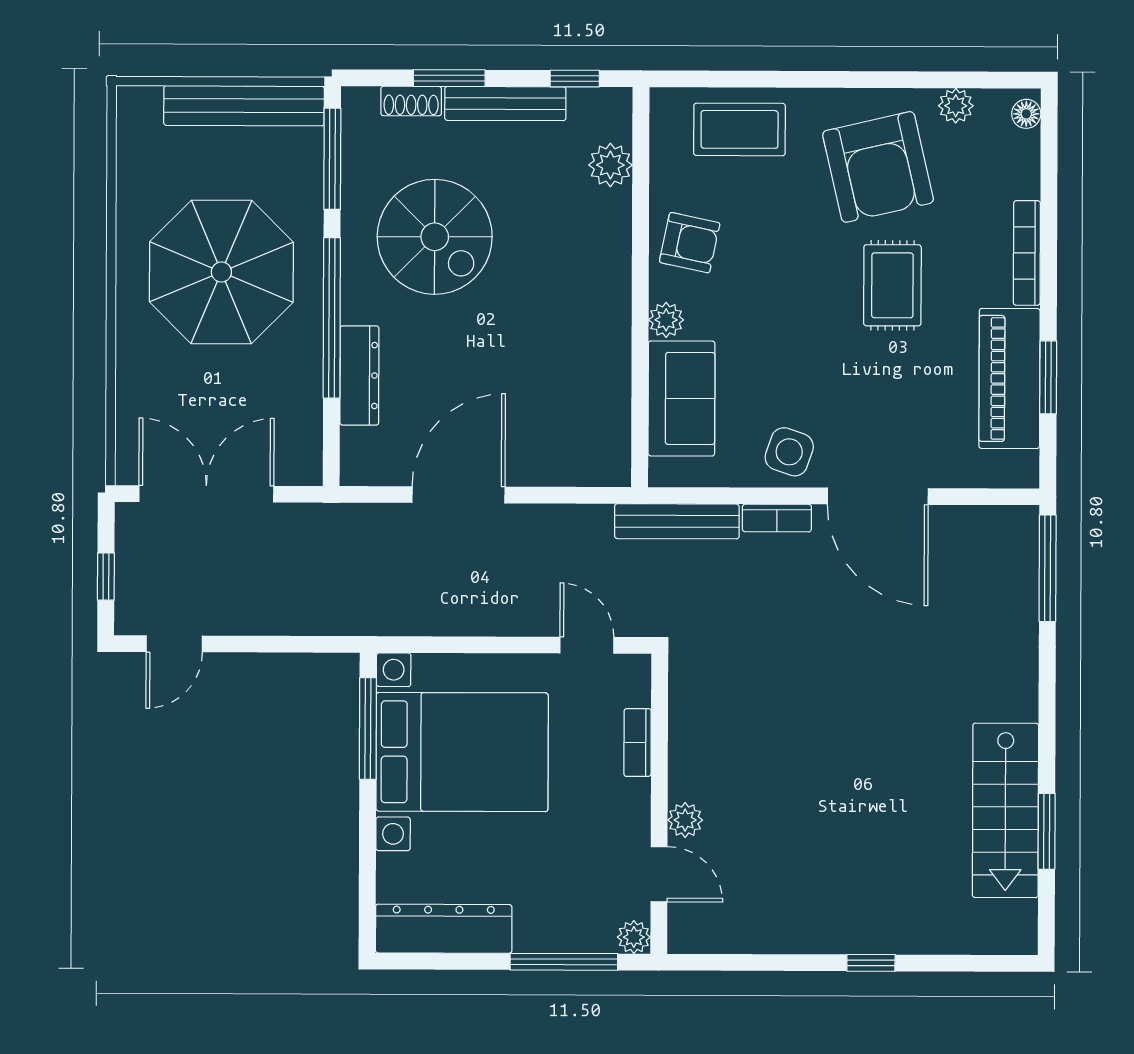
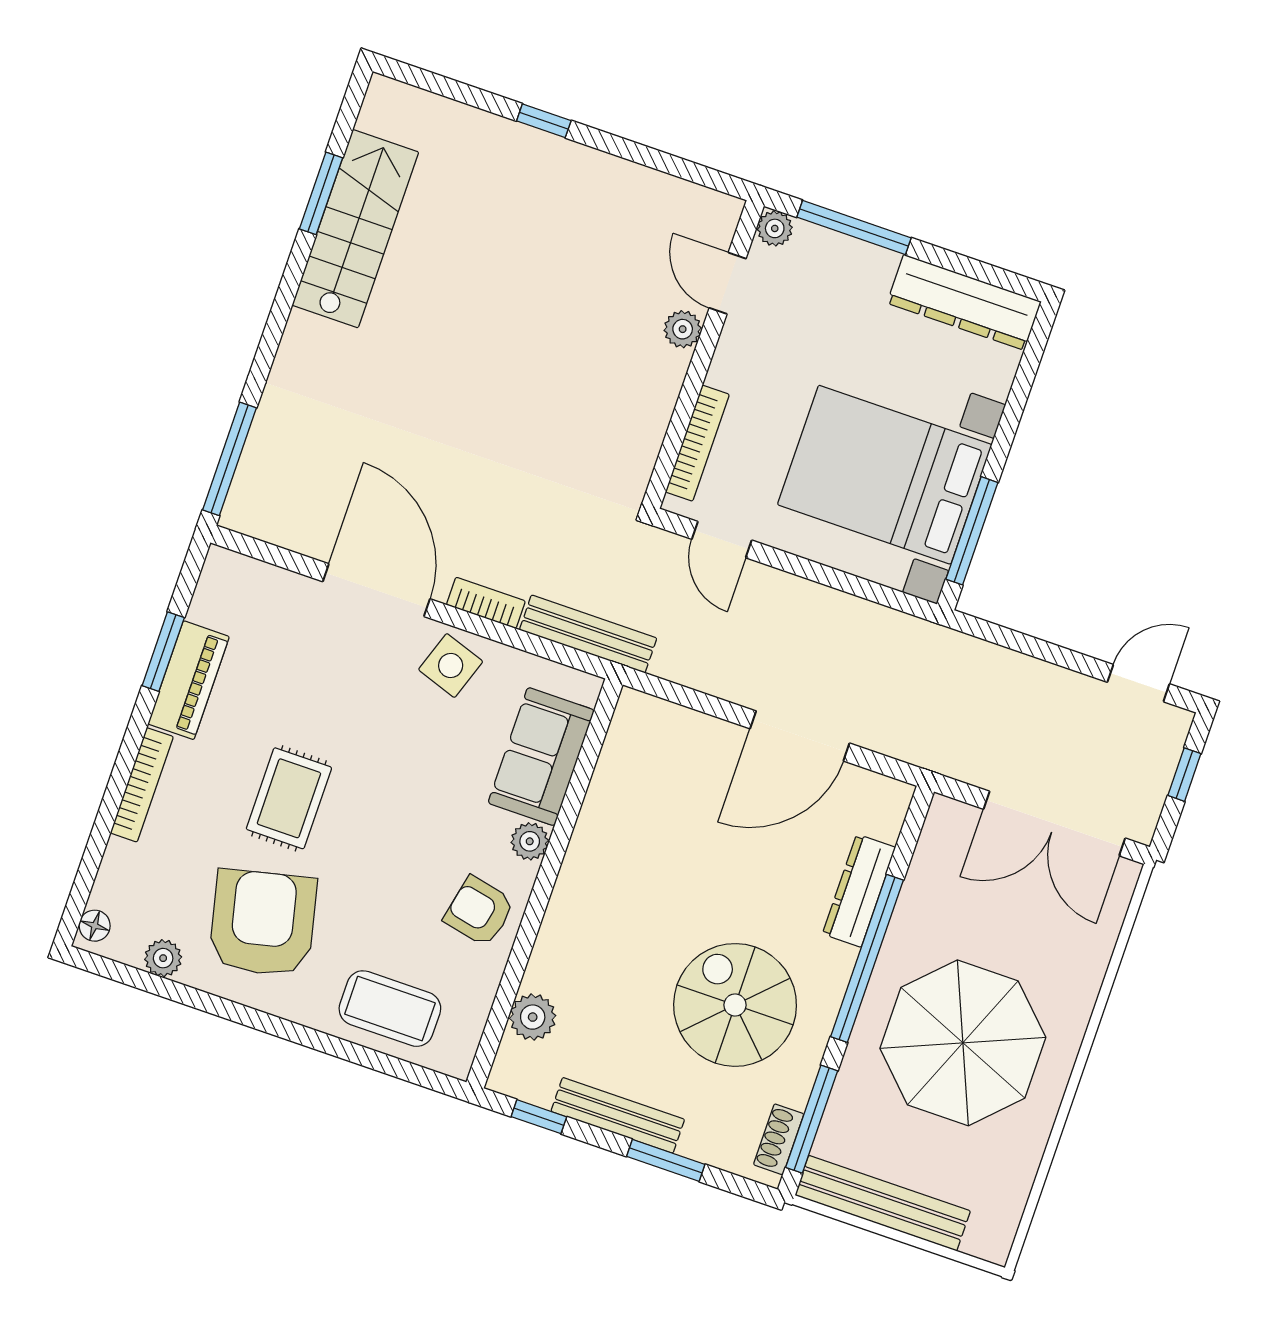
shoe rack: (411, 101) -> (779, 1139), moved, turned -90
piano: (1009, 378) -> (189, 680), width x0.73, depth x0.75
bookcase: (638, 743) -> (697, 443), width x1.56

